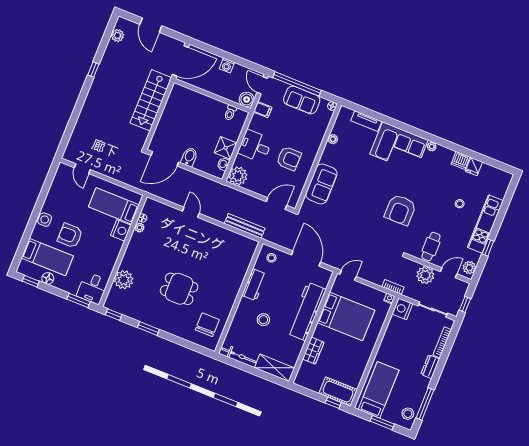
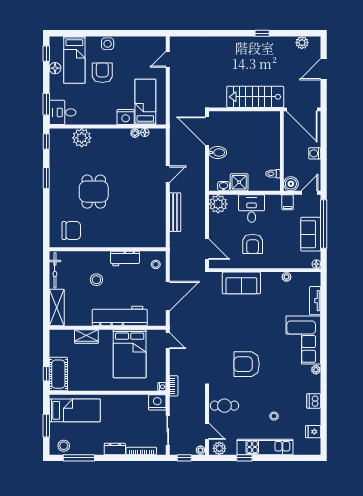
fridge: (474, 167) -> (313, 432), moved
bench: (245, 226) -> (175, 212), moved
plant: (425, 275) -> (201, 450), moved, width x0.53, depth x0.53

